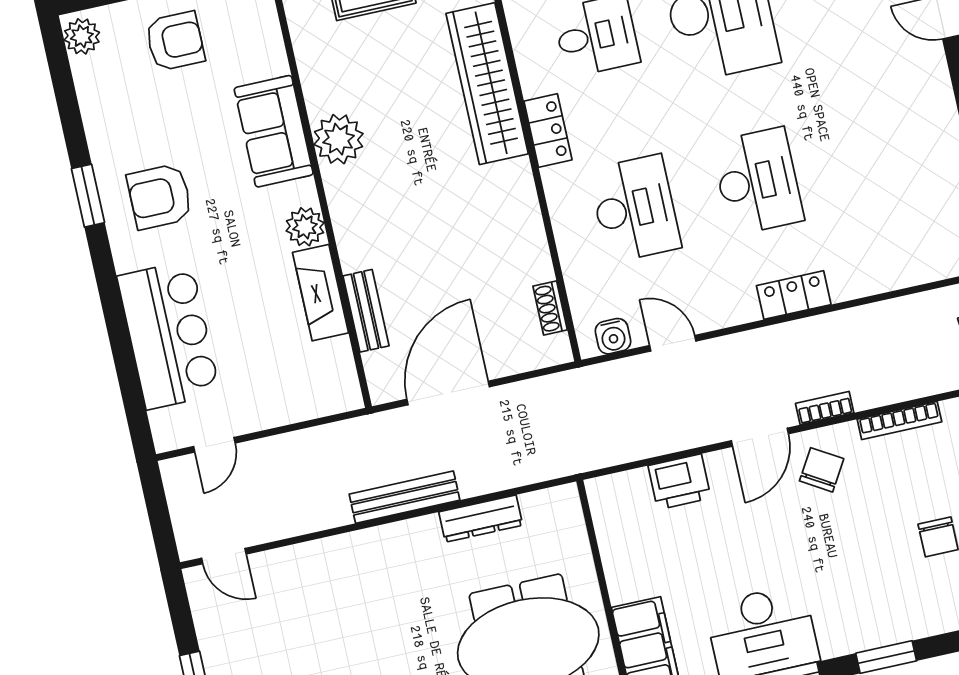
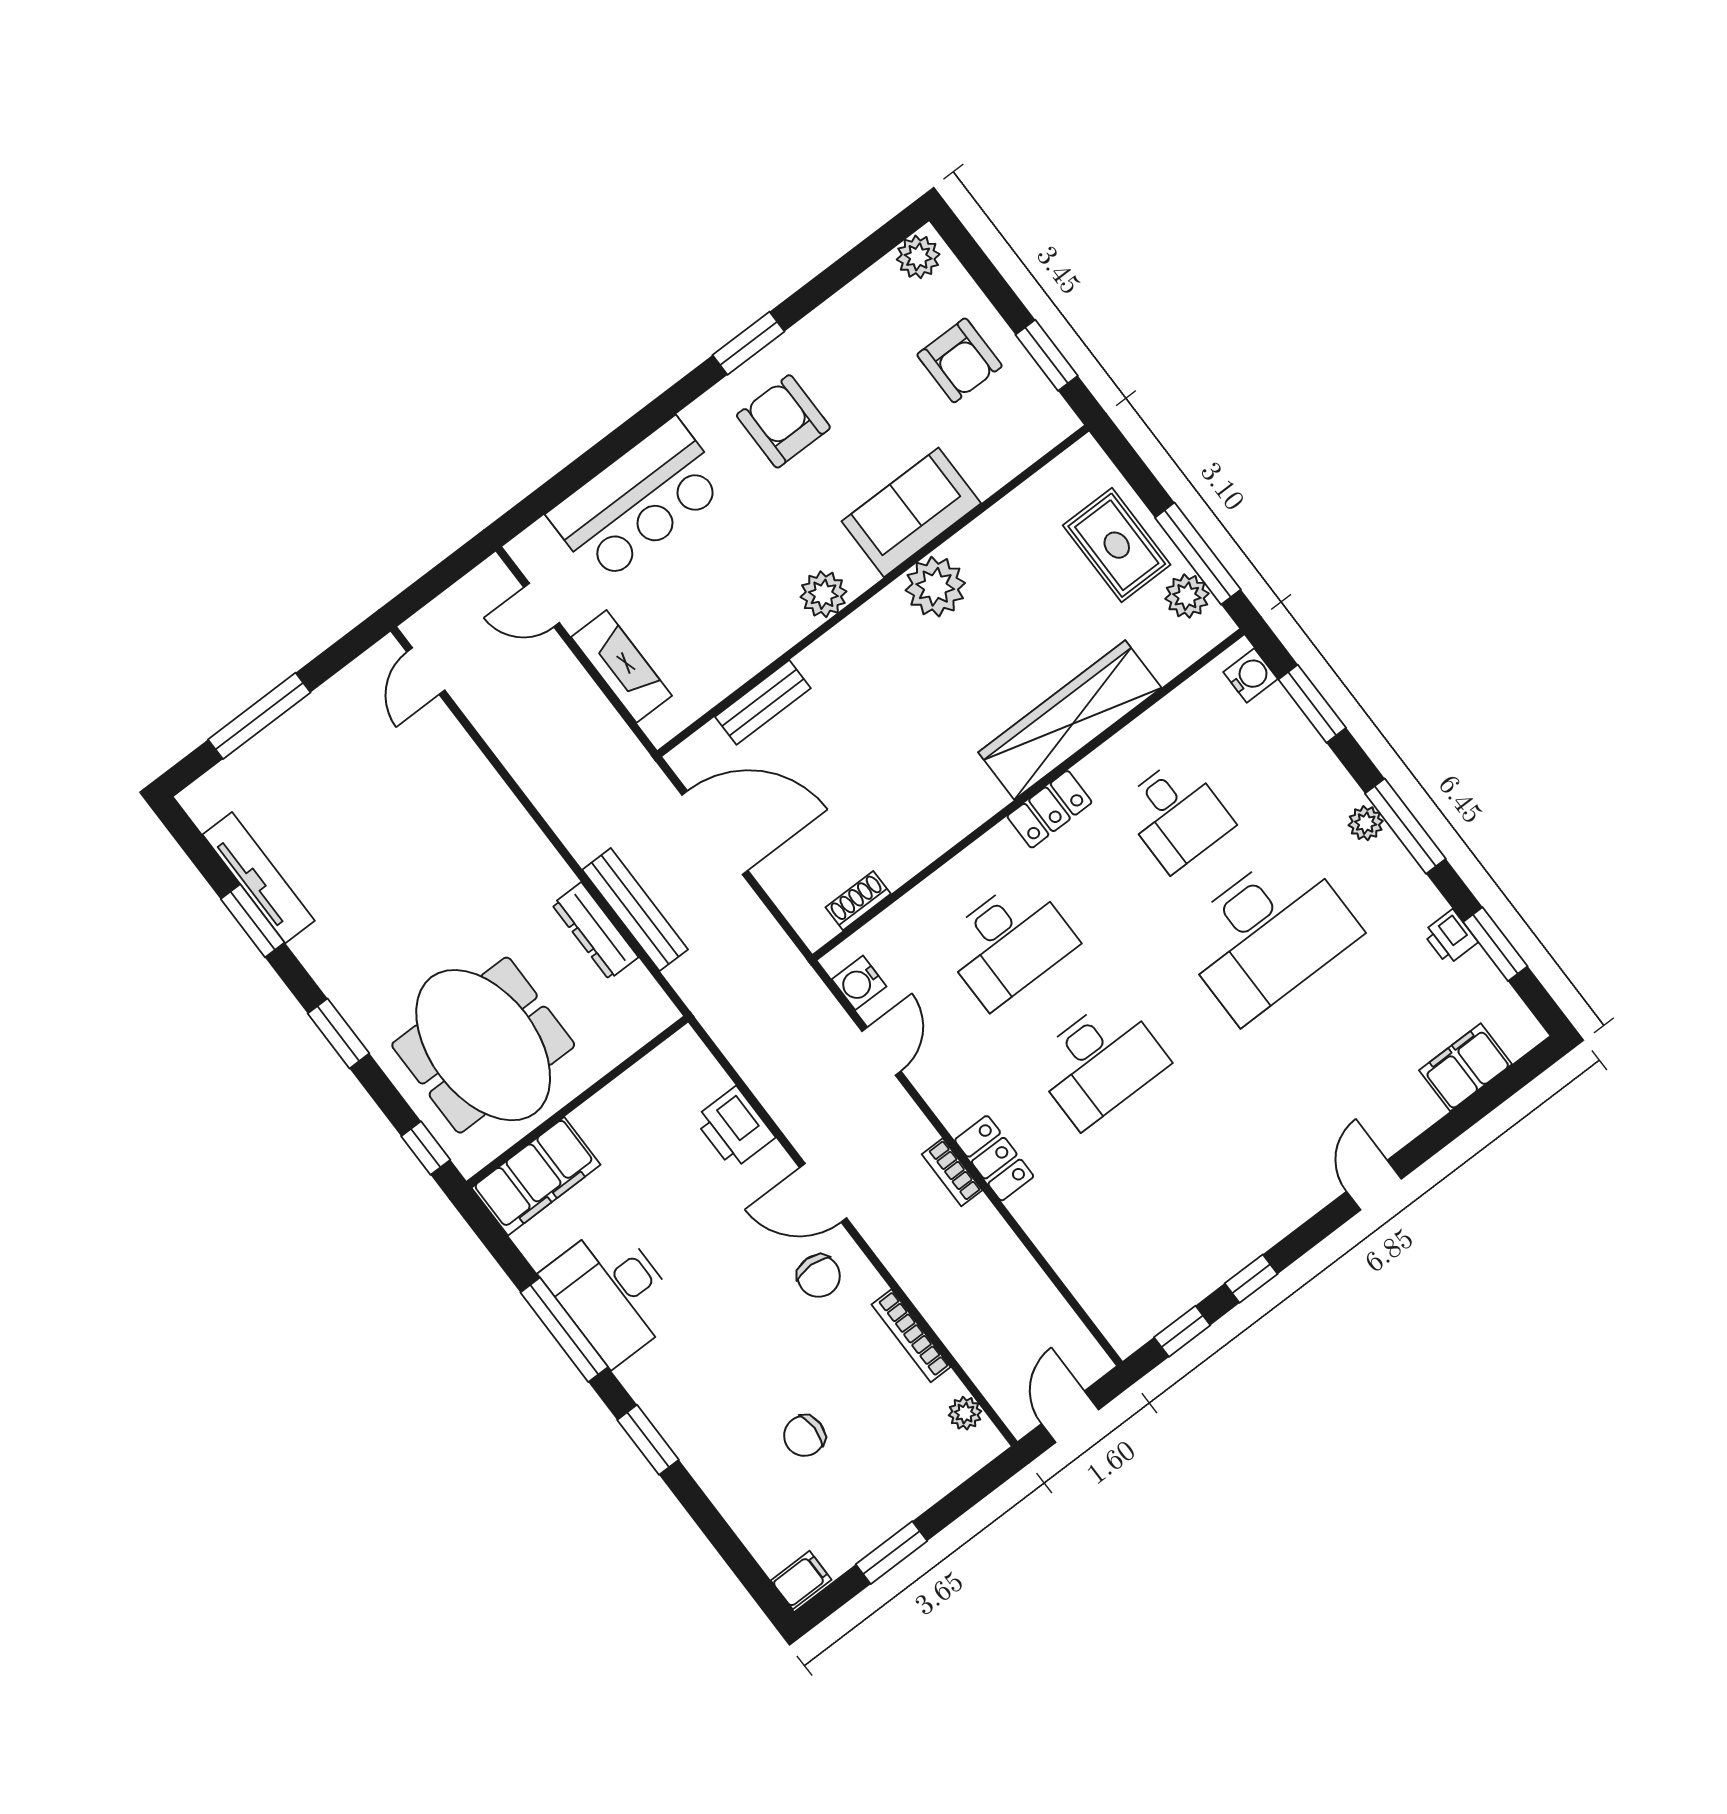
fireplace: (321, 293) -> (621, 666), moved, turned 90
bookcase: (825, 408) -> (952, 1172), moved, turned 180
chair: (822, 470) -> (819, 1276), turned 61
bench: (404, 497) -> (635, 910), moved

